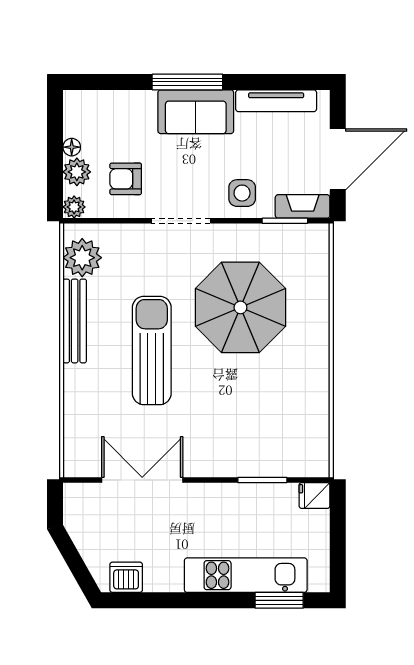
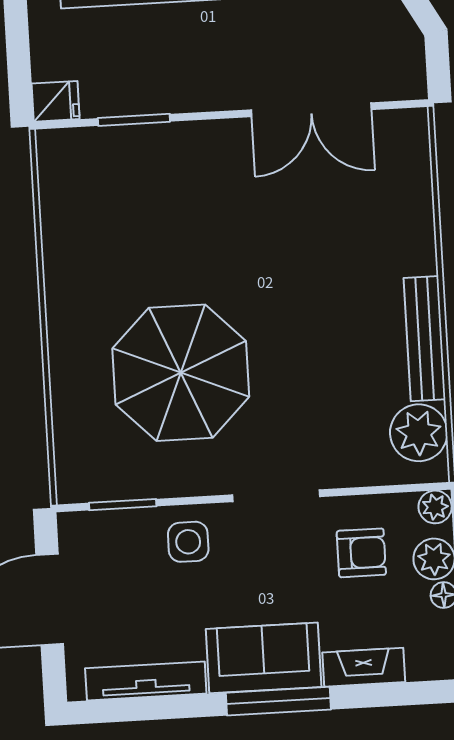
fireplace: (303, 206) -> (364, 667), moved, turned 180
sun lounger: (152, 350) -> (308, 302), removed

